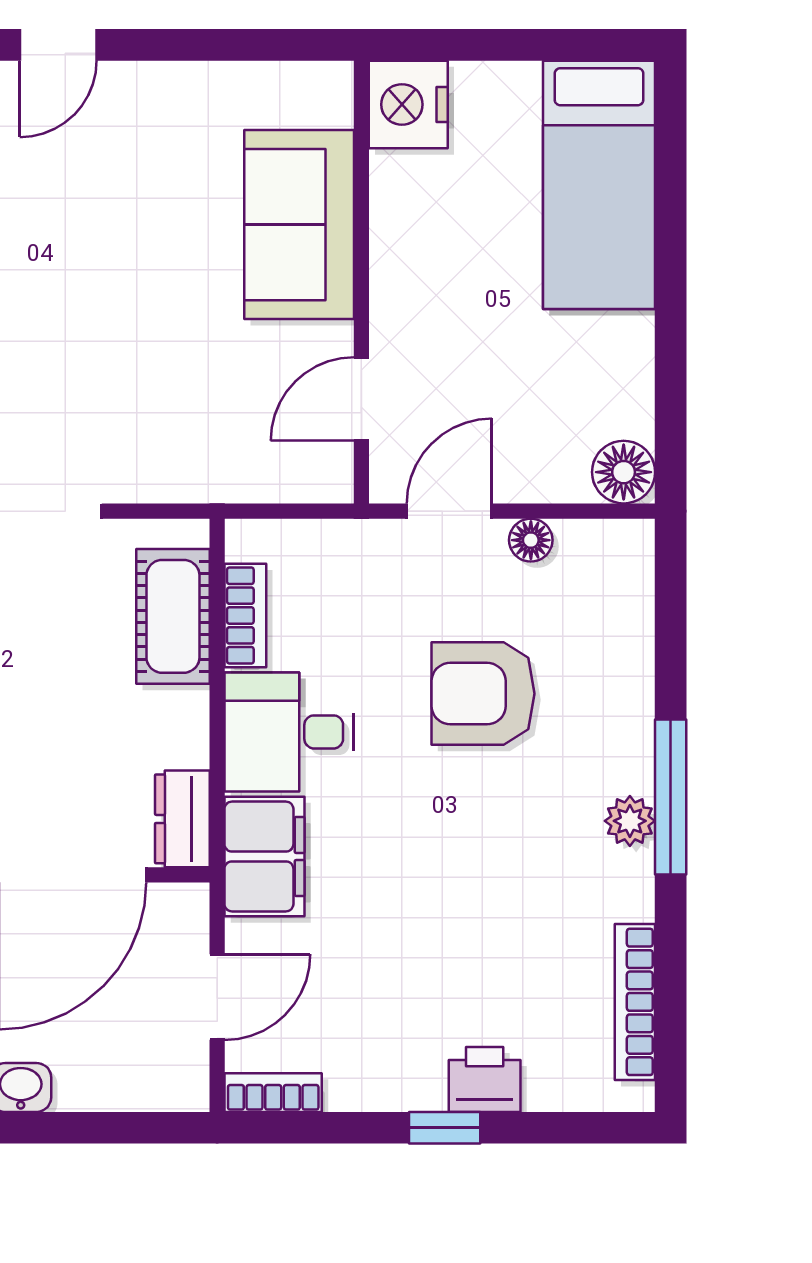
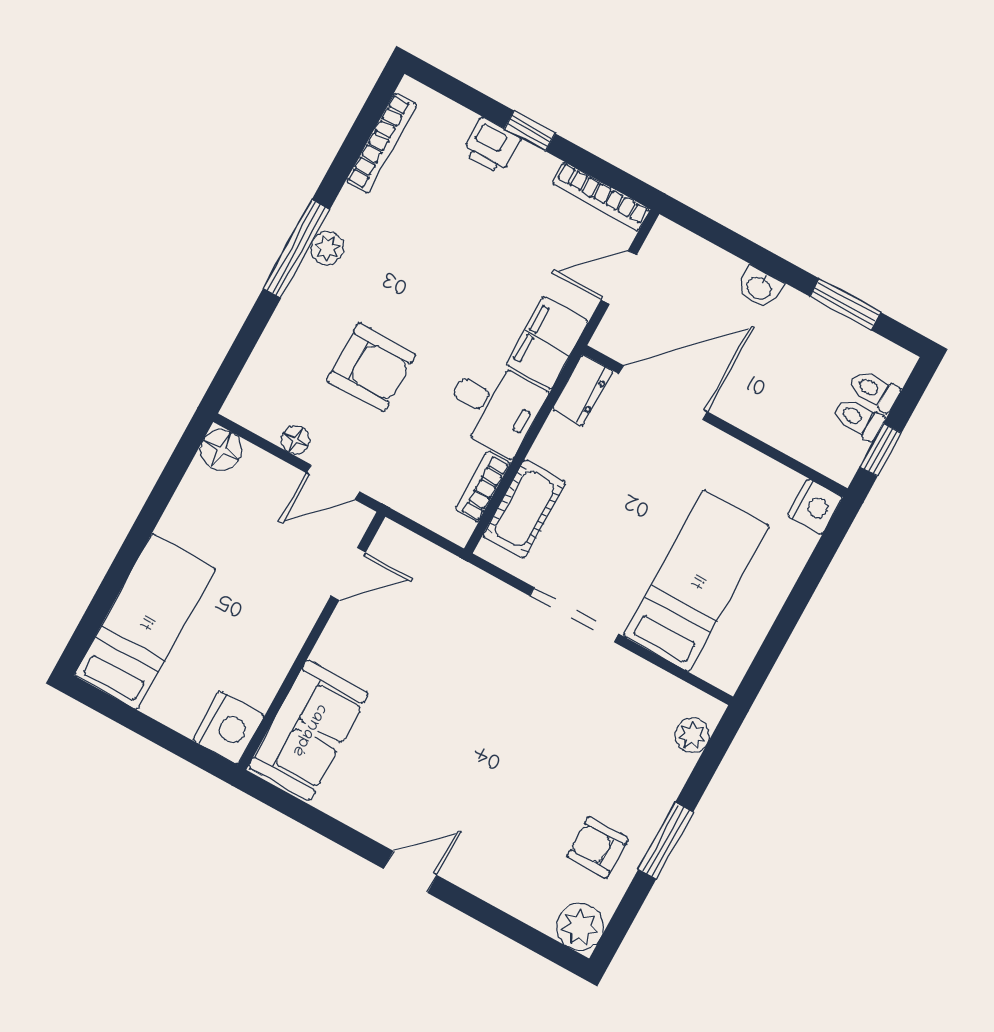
sofa: (299, 225) -> (309, 730), moved
bookcase: (273, 1093) -> (601, 196), width x1.56

